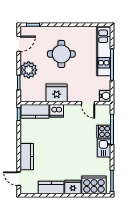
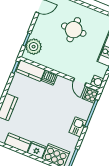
plant: (29, 70) -> (34, 47), moved
fridge: (57, 93) -> (56, 62), removed
cooker: (104, 132) -> (90, 95), moved

